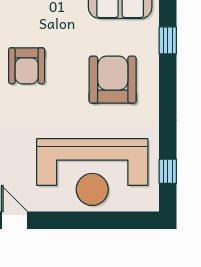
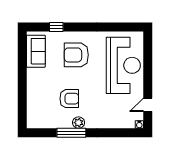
window: (168, 171) -> (123, 27), removed

